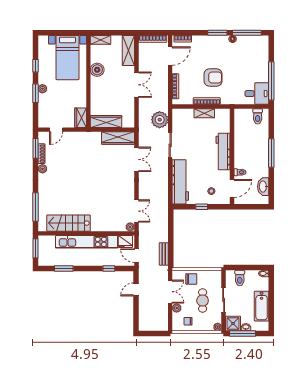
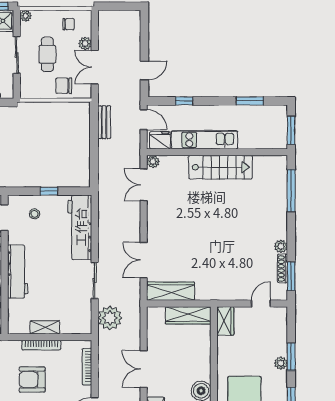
stairs: (69, 223) -> (221, 167), moved
kitchen unit: (87, 242) -> (204, 140), width x0.73

